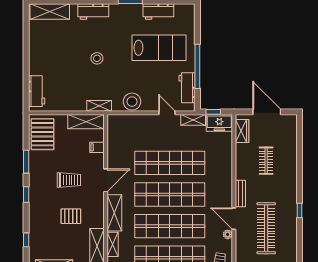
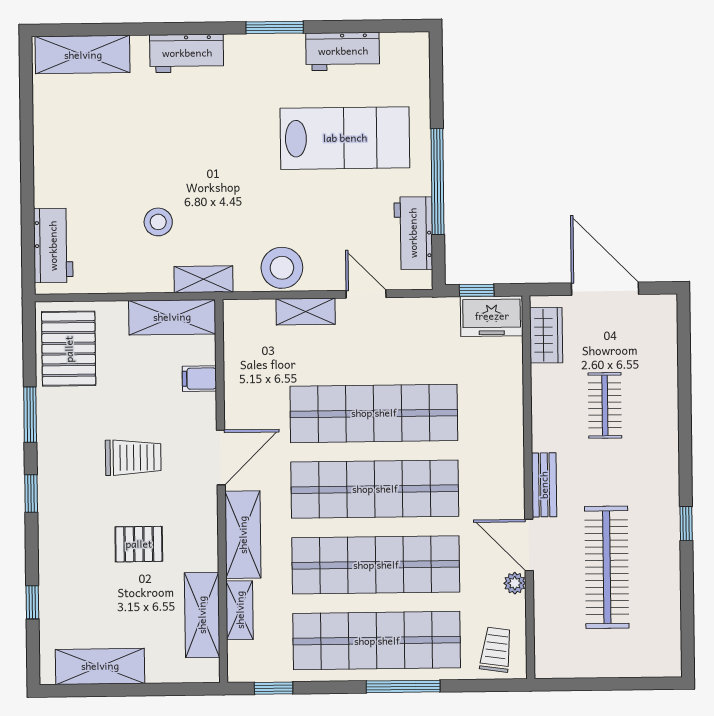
stool: (97, 58) -> (158, 222), moved
shelving: (193, 120) -> (306, 312), moved

